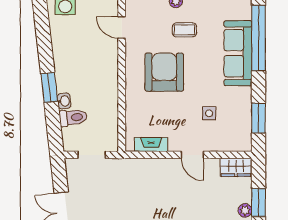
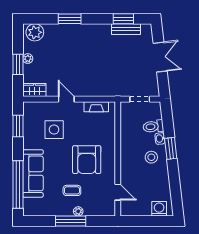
stool: (76, 75) -> (151, 157), added
side table: (209, 113) -> (54, 130), width x1.87, depth x1.87

